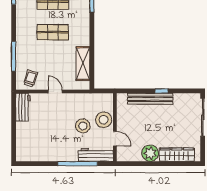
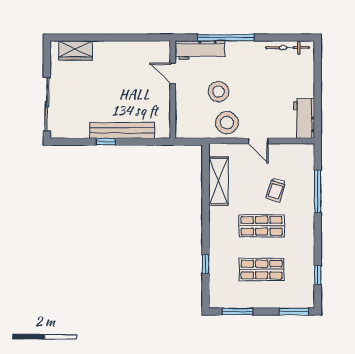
trolley: (31, 78) -> (276, 190), moved
stool: (104, 120) -> (227, 123), moved
plant: (150, 153) -> (122, 53), removed
wardrobe: (177, 155) -> (76, 50), width x0.67
bicycle: (35, 157) -> (287, 48), added

